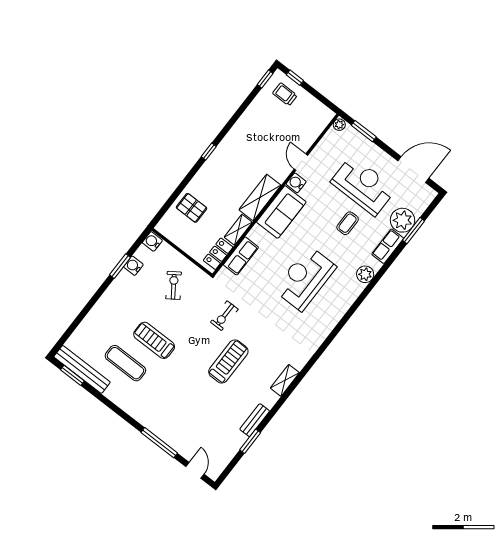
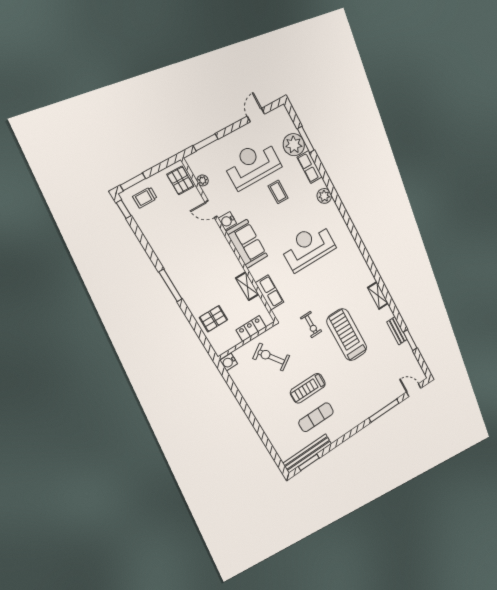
window: (295, 78) -> (133, 182), width x1.50
pallet: (316, 121) -> (180, 180), added
plant: (339, 125) -> (203, 180), moved
window: (209, 152) -> (170, 285), width x2.17
door: (413, 170) -> (256, 115), width x0.53
shelving: (260, 197) -> (228, 257), removed
locker: (218, 254) -> (251, 328), moved, turned 90
window: (120, 266) -> (238, 396), removed
water cooler: (133, 266) -> (242, 385), removed
reception desk: (305, 278) -> (308, 247), turned 90
exercise bike: (174, 285) -> (271, 357), width x1.38, depth x1.39
treadmill: (228, 361) -> (347, 335), width x1.37, depth x1.38

